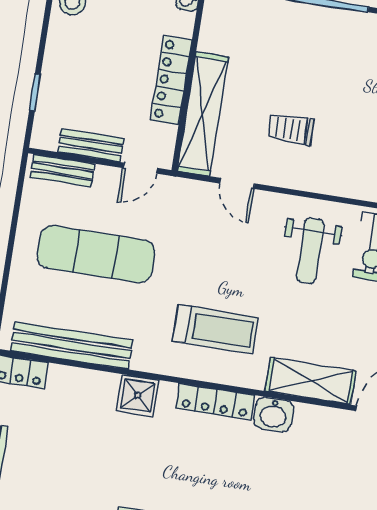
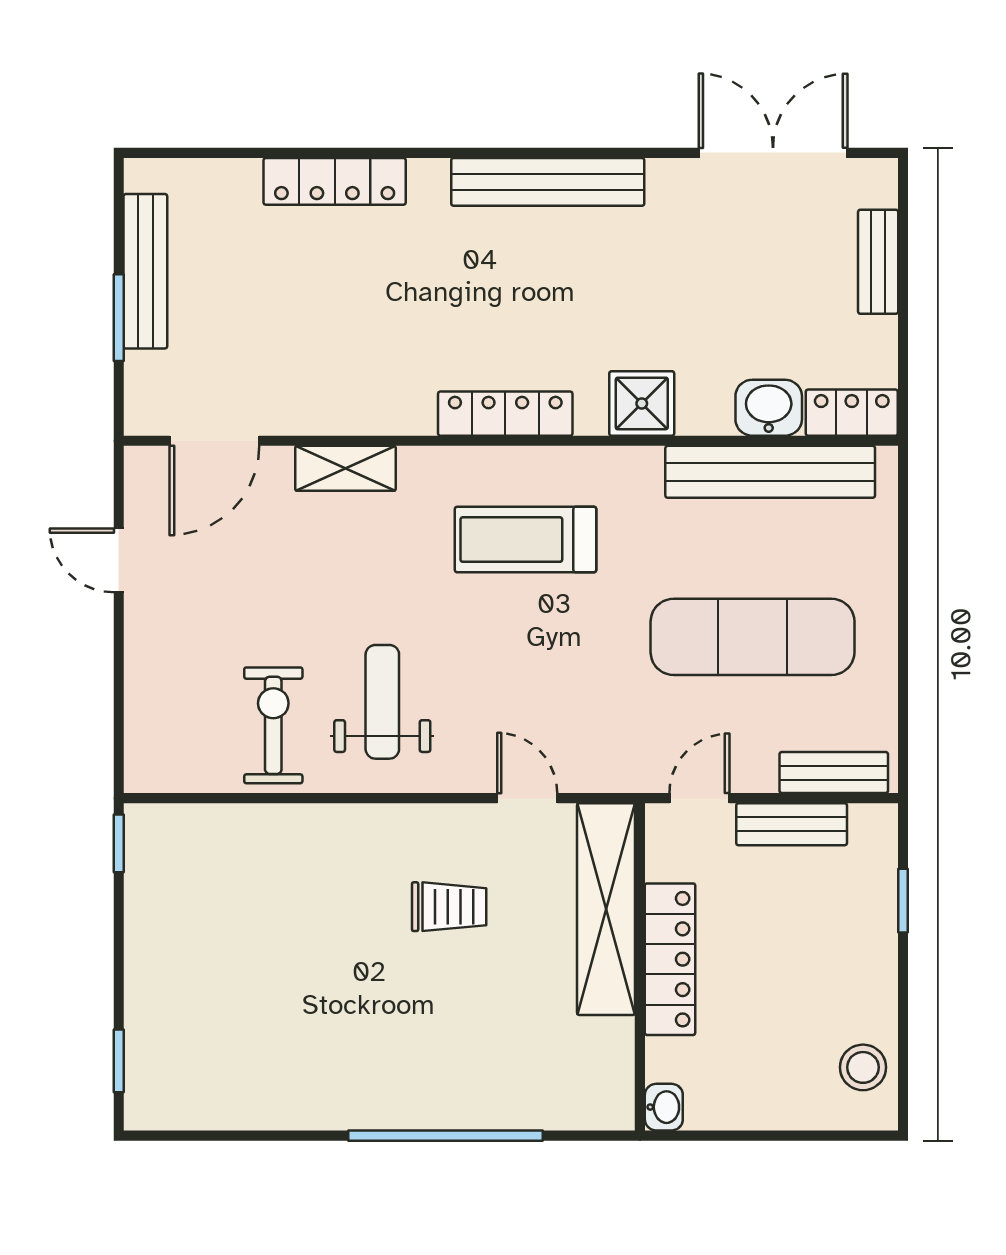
shelving: (311, 381) -> (345, 468), width x0.67, depth x0.75
washbasin: (273, 414) -> (769, 408), moved

